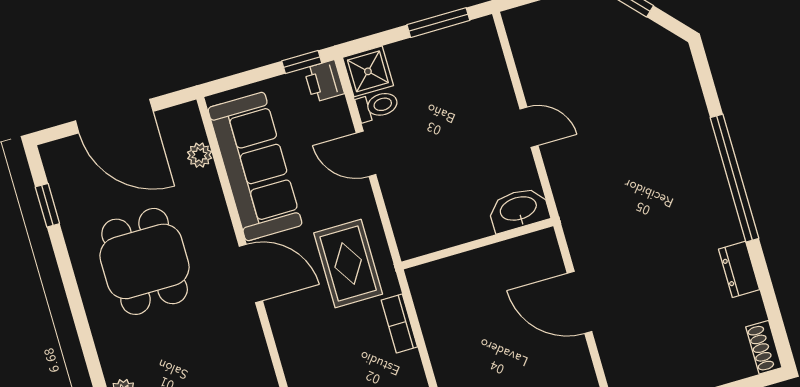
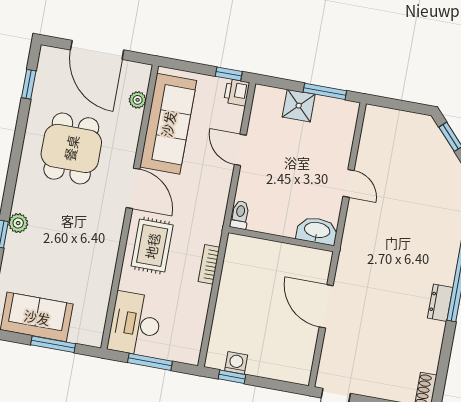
shower: (368, 71) -> (299, 106), moved
toilet: (377, 106) -> (240, 215), moved, turned -90
rug: (348, 263) -> (152, 246), moved
dresser: (739, 269) -> (440, 303), moved

